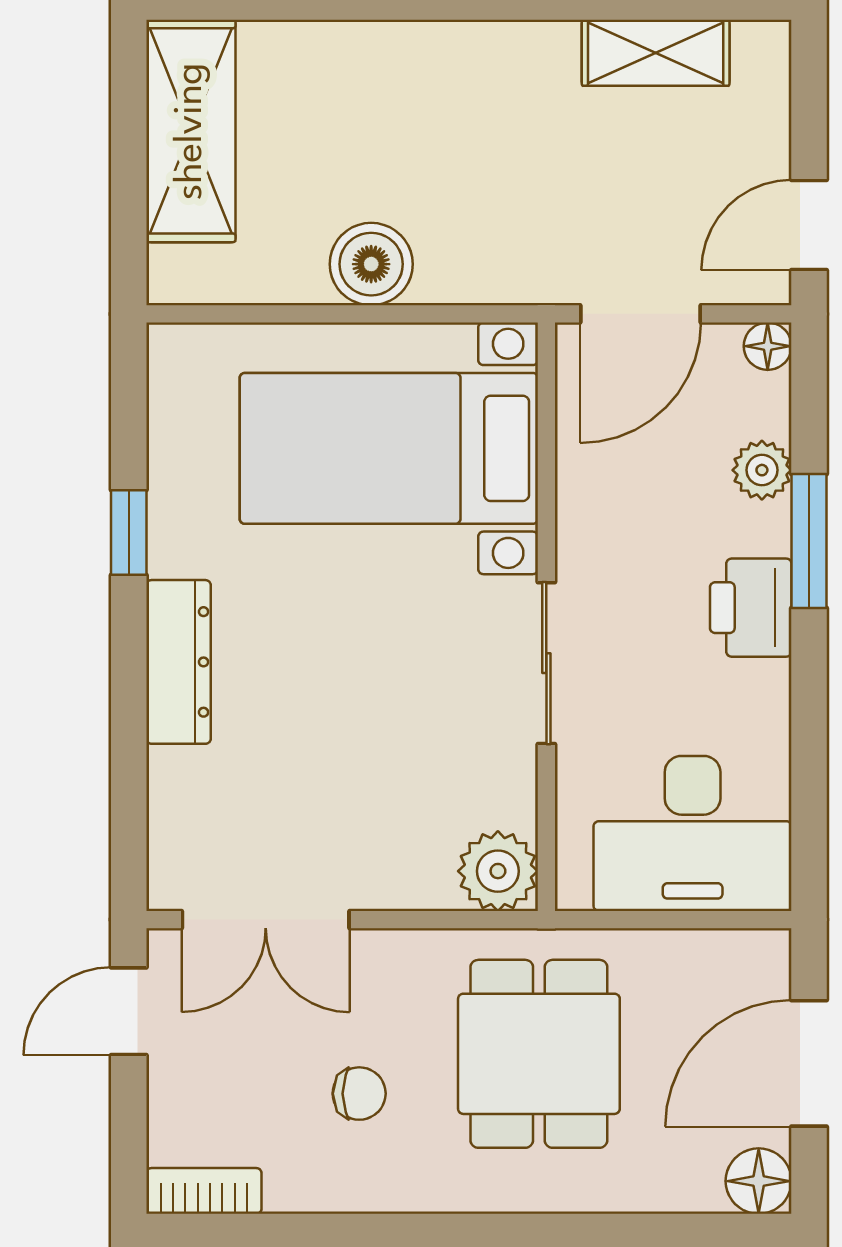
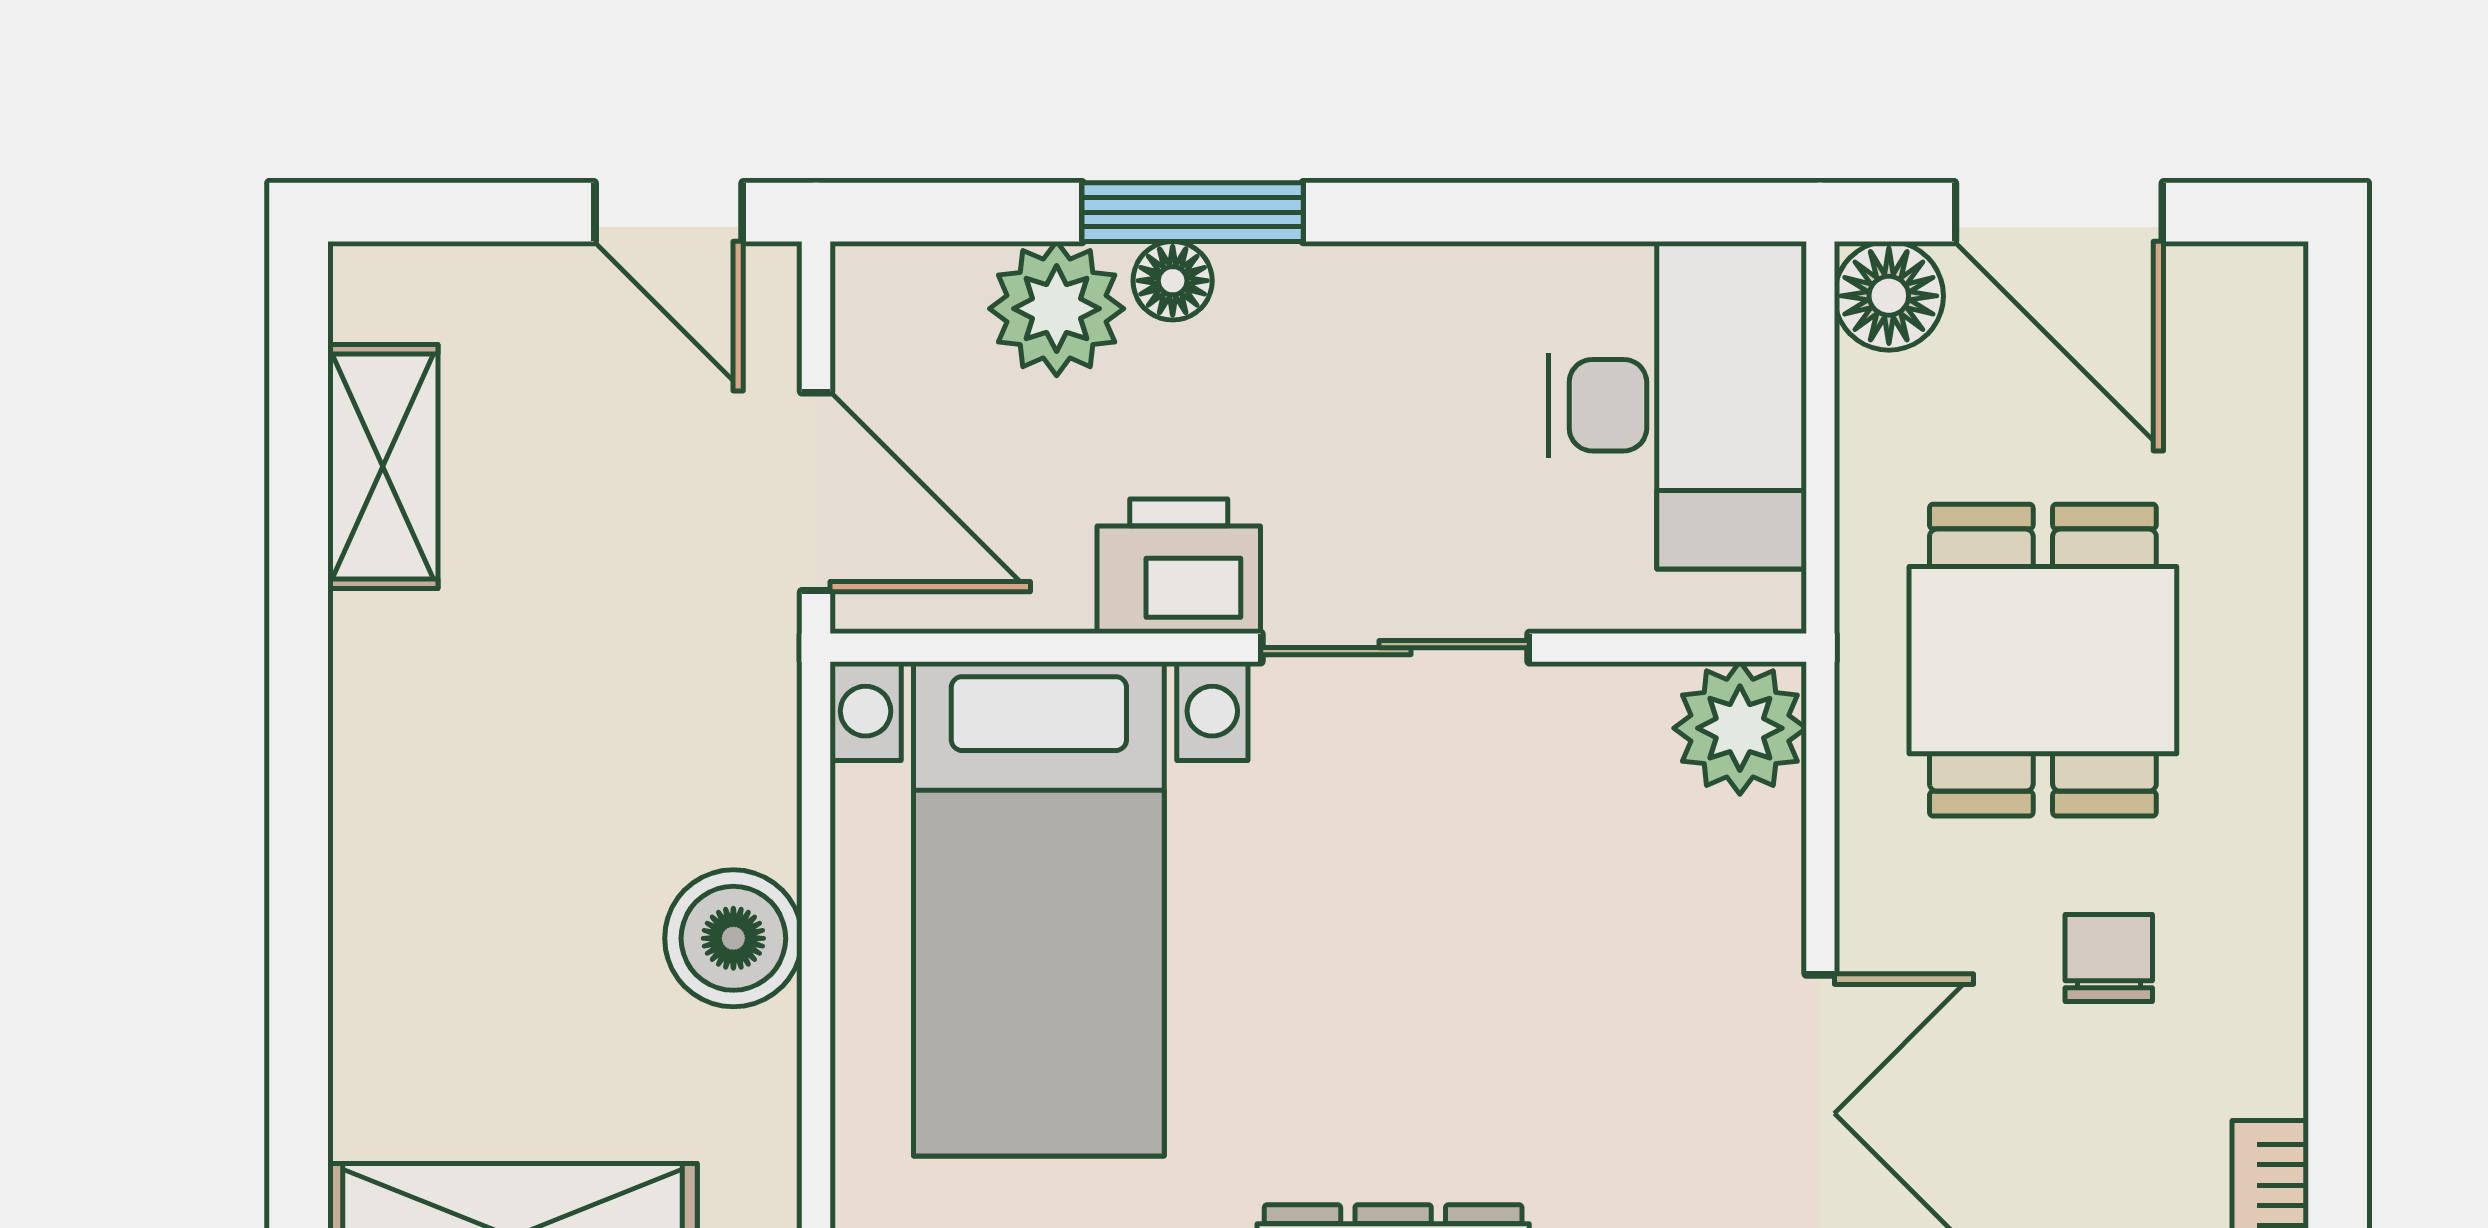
floor lamp: (768, 346) -> (1173, 281), moved
plant: (762, 470) -> (1057, 309), width x1.38, depth x1.38
printer: (751, 608) -> (1179, 566), moved, turned 180
dining table: (539, 1054) -> (2043, 660), turned 90
floor lamp: (759, 1181) -> (1889, 296), moved

